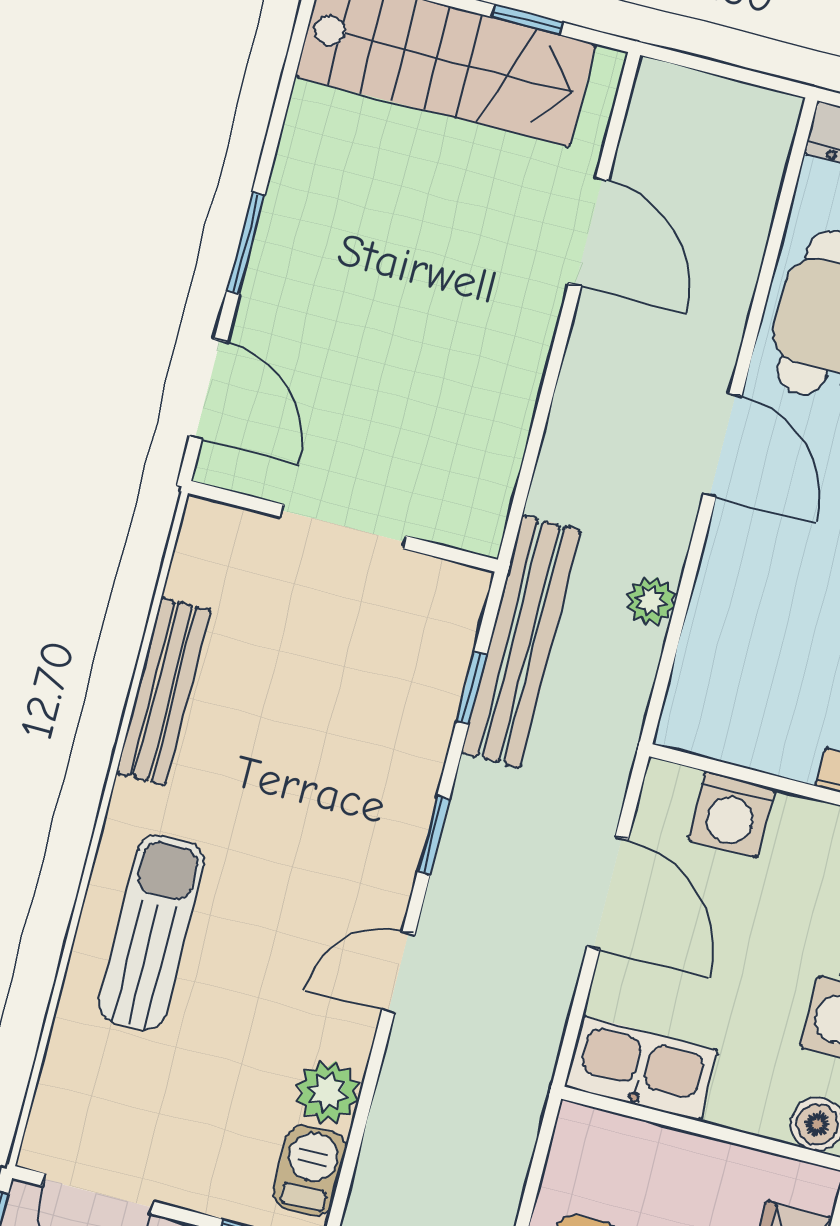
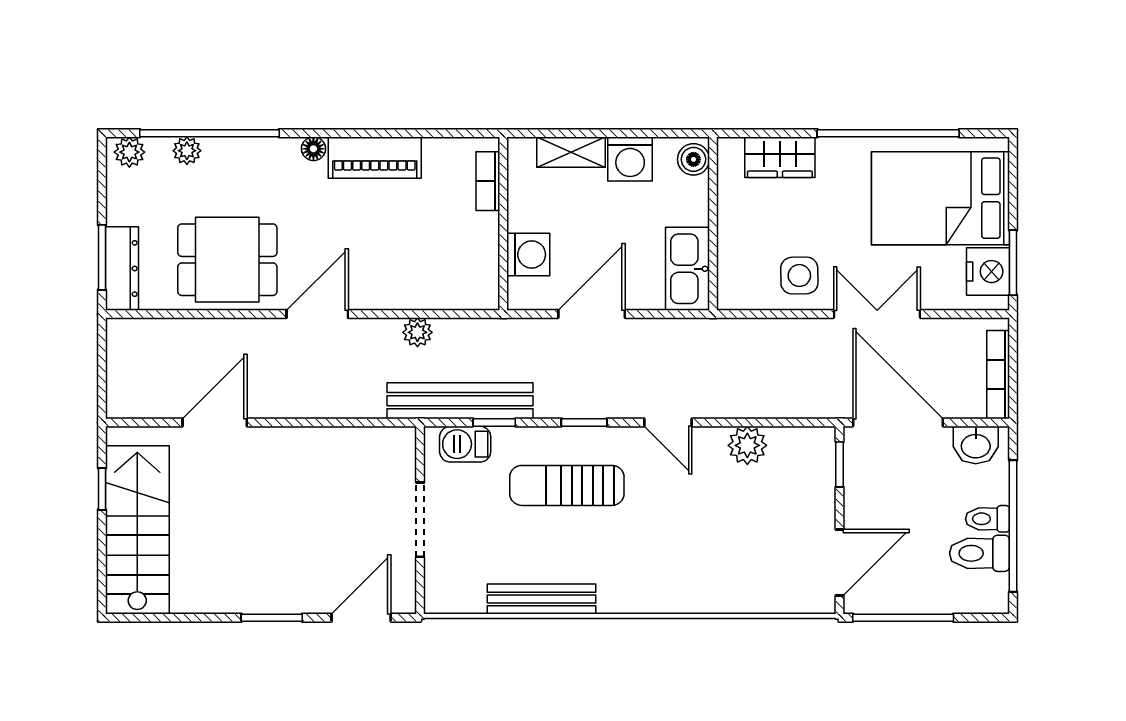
sun lounger: (152, 933) -> (567, 485), moved
barbecue: (310, 1170) -> (465, 444), moved

